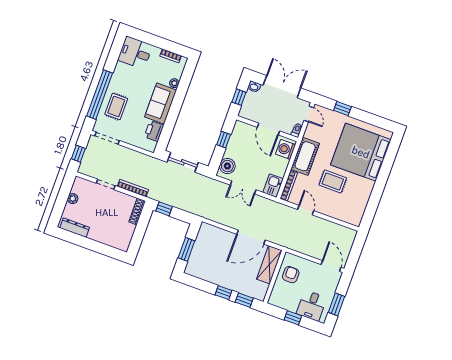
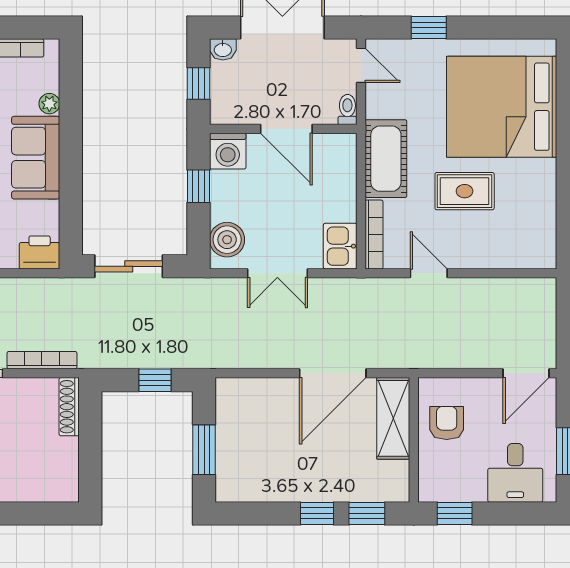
printer: (154, 131) -> (40, 252), moved, turned 90
washing machine: (286, 149) -> (228, 151), moved, turned -90
window: (164, 209) -> (155, 380), moved
door: (331, 266) -> (526, 373), swing flipped
window: (293, 318) -> (455, 513), moved

